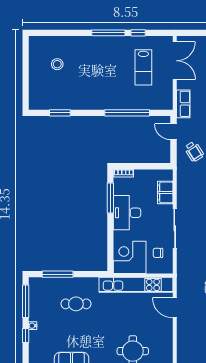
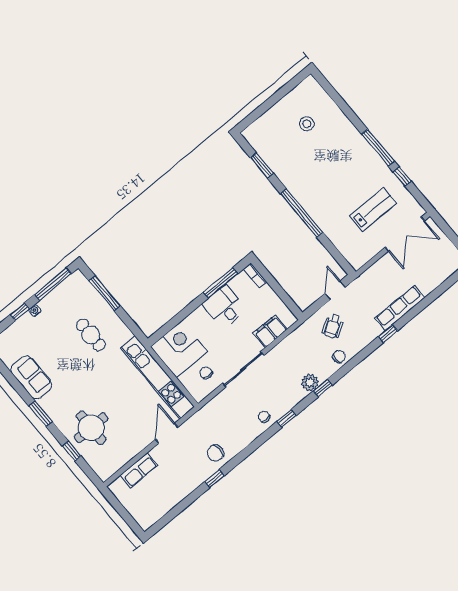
lab bench: (143, 67) -> (373, 209), turned 180
row of seats: (183, 104) -> (139, 470), moved
window: (127, 113) -> (302, 213), moved
desk: (127, 213) -> (224, 307), width x0.73

